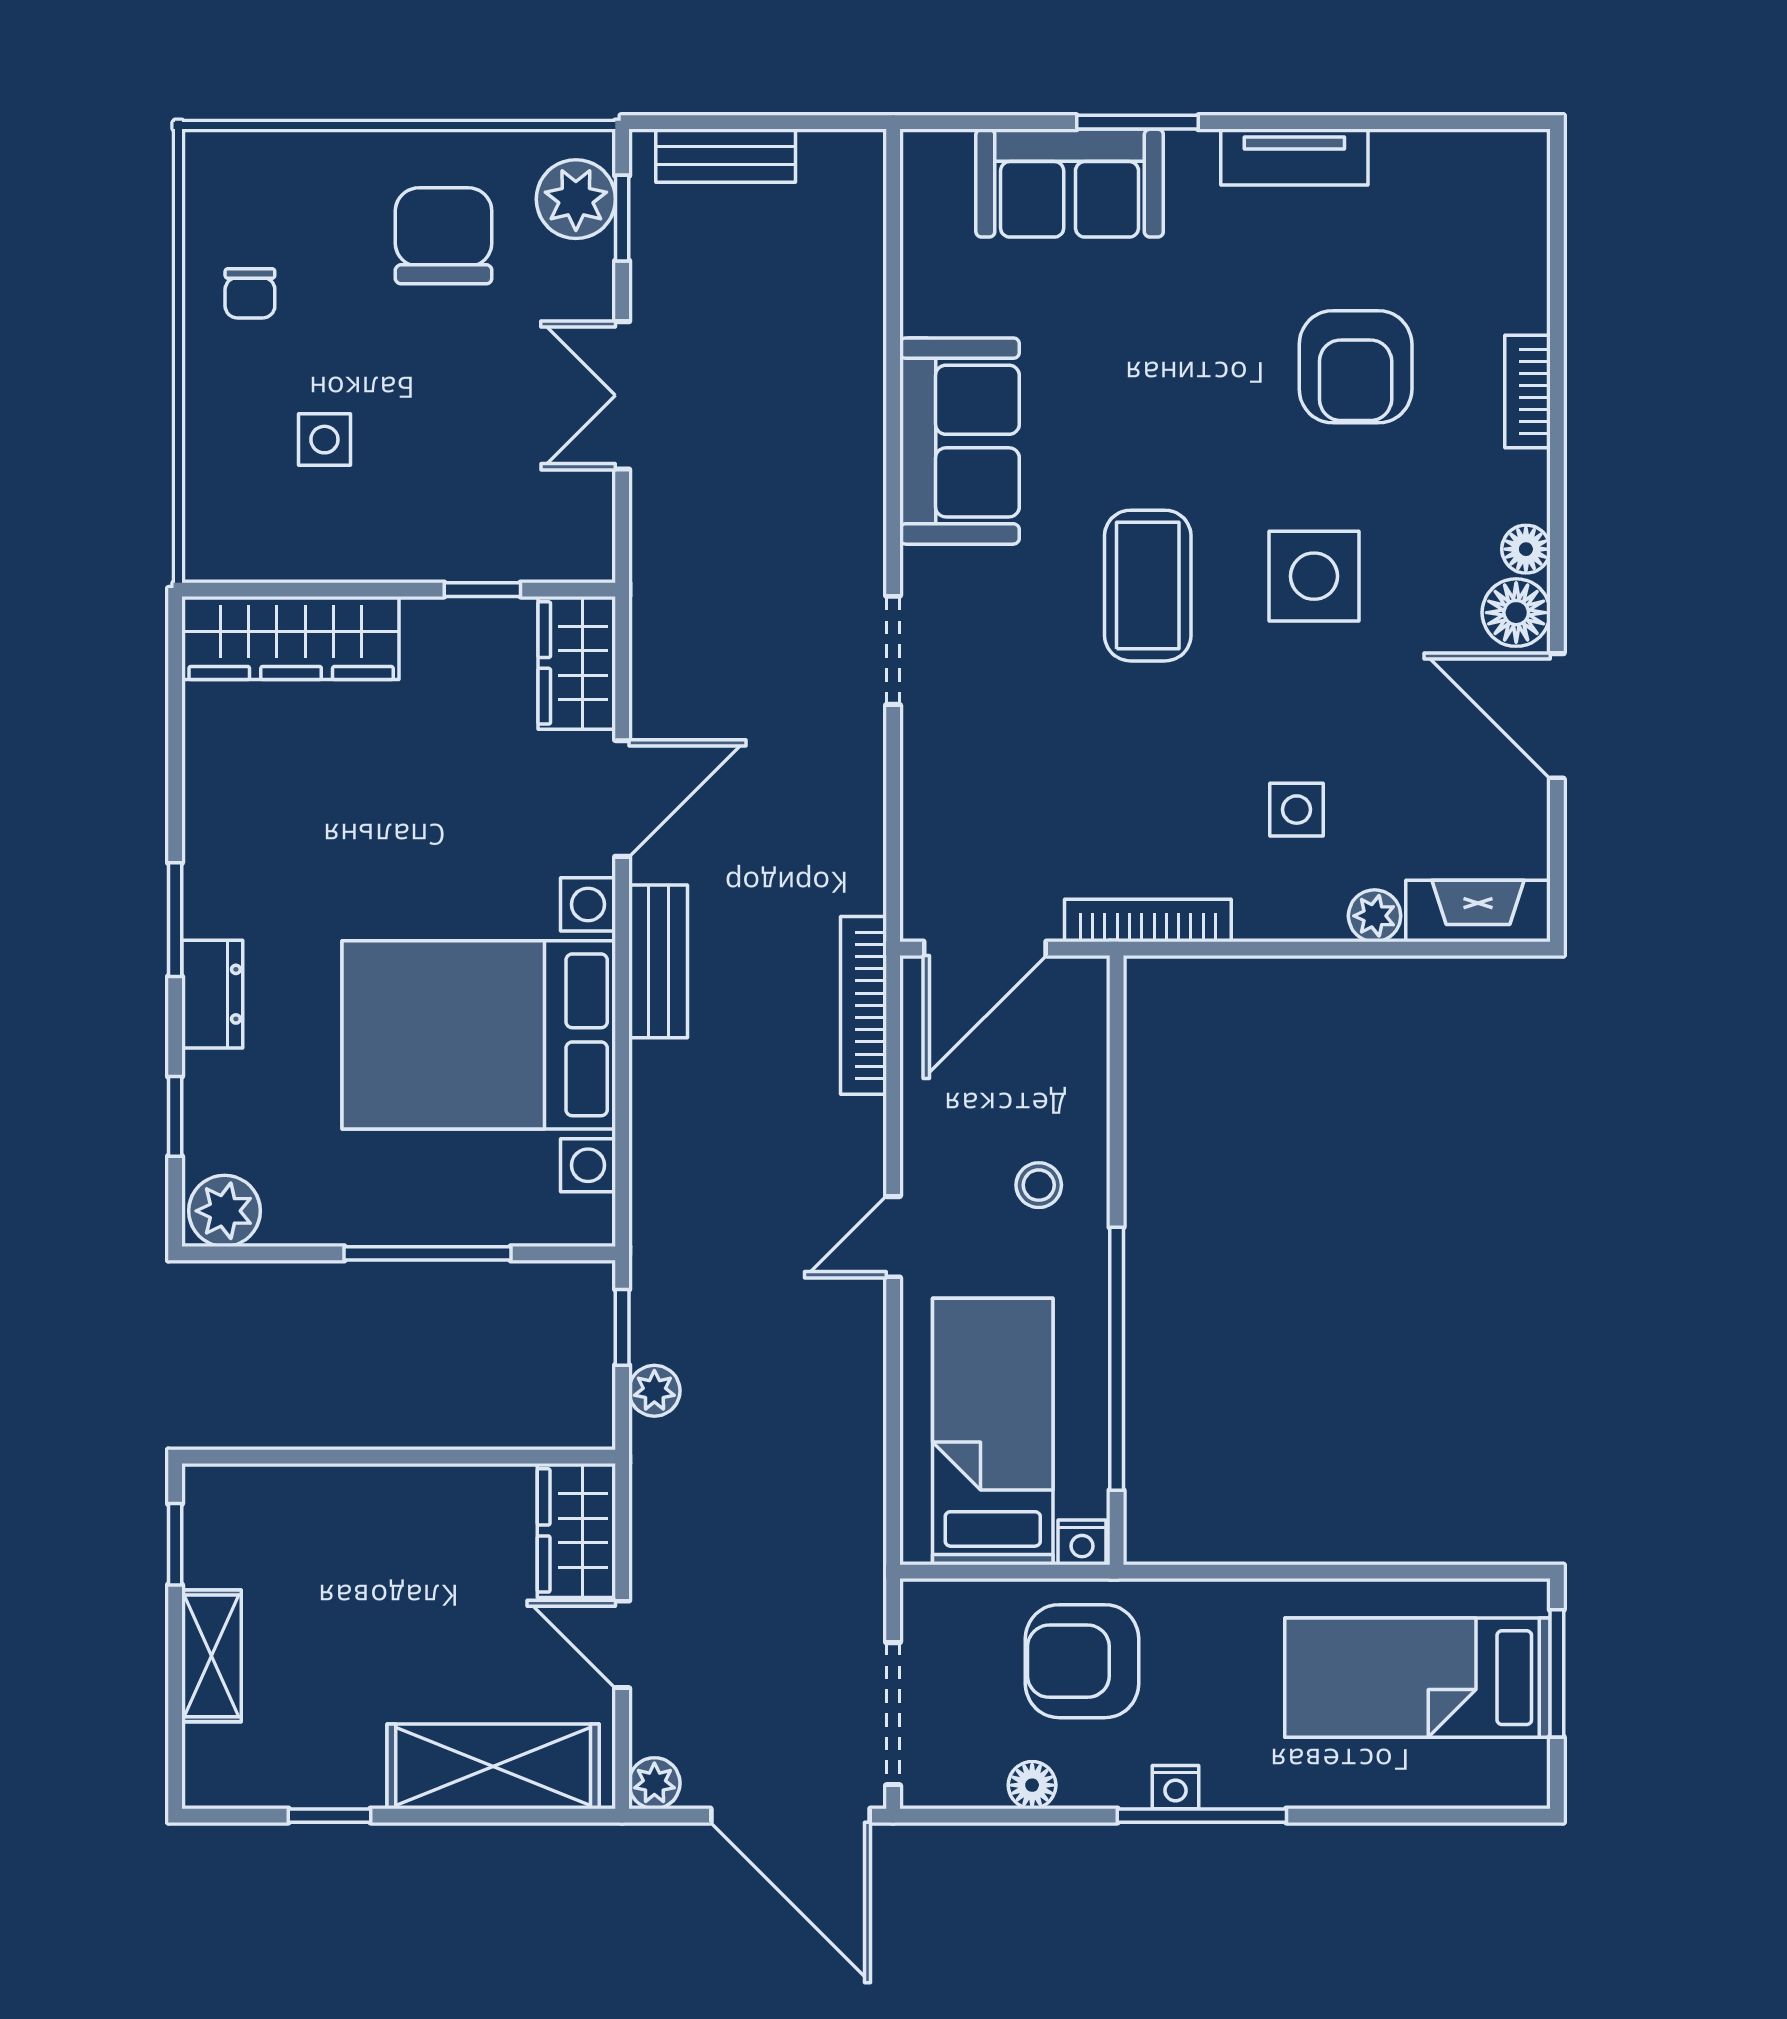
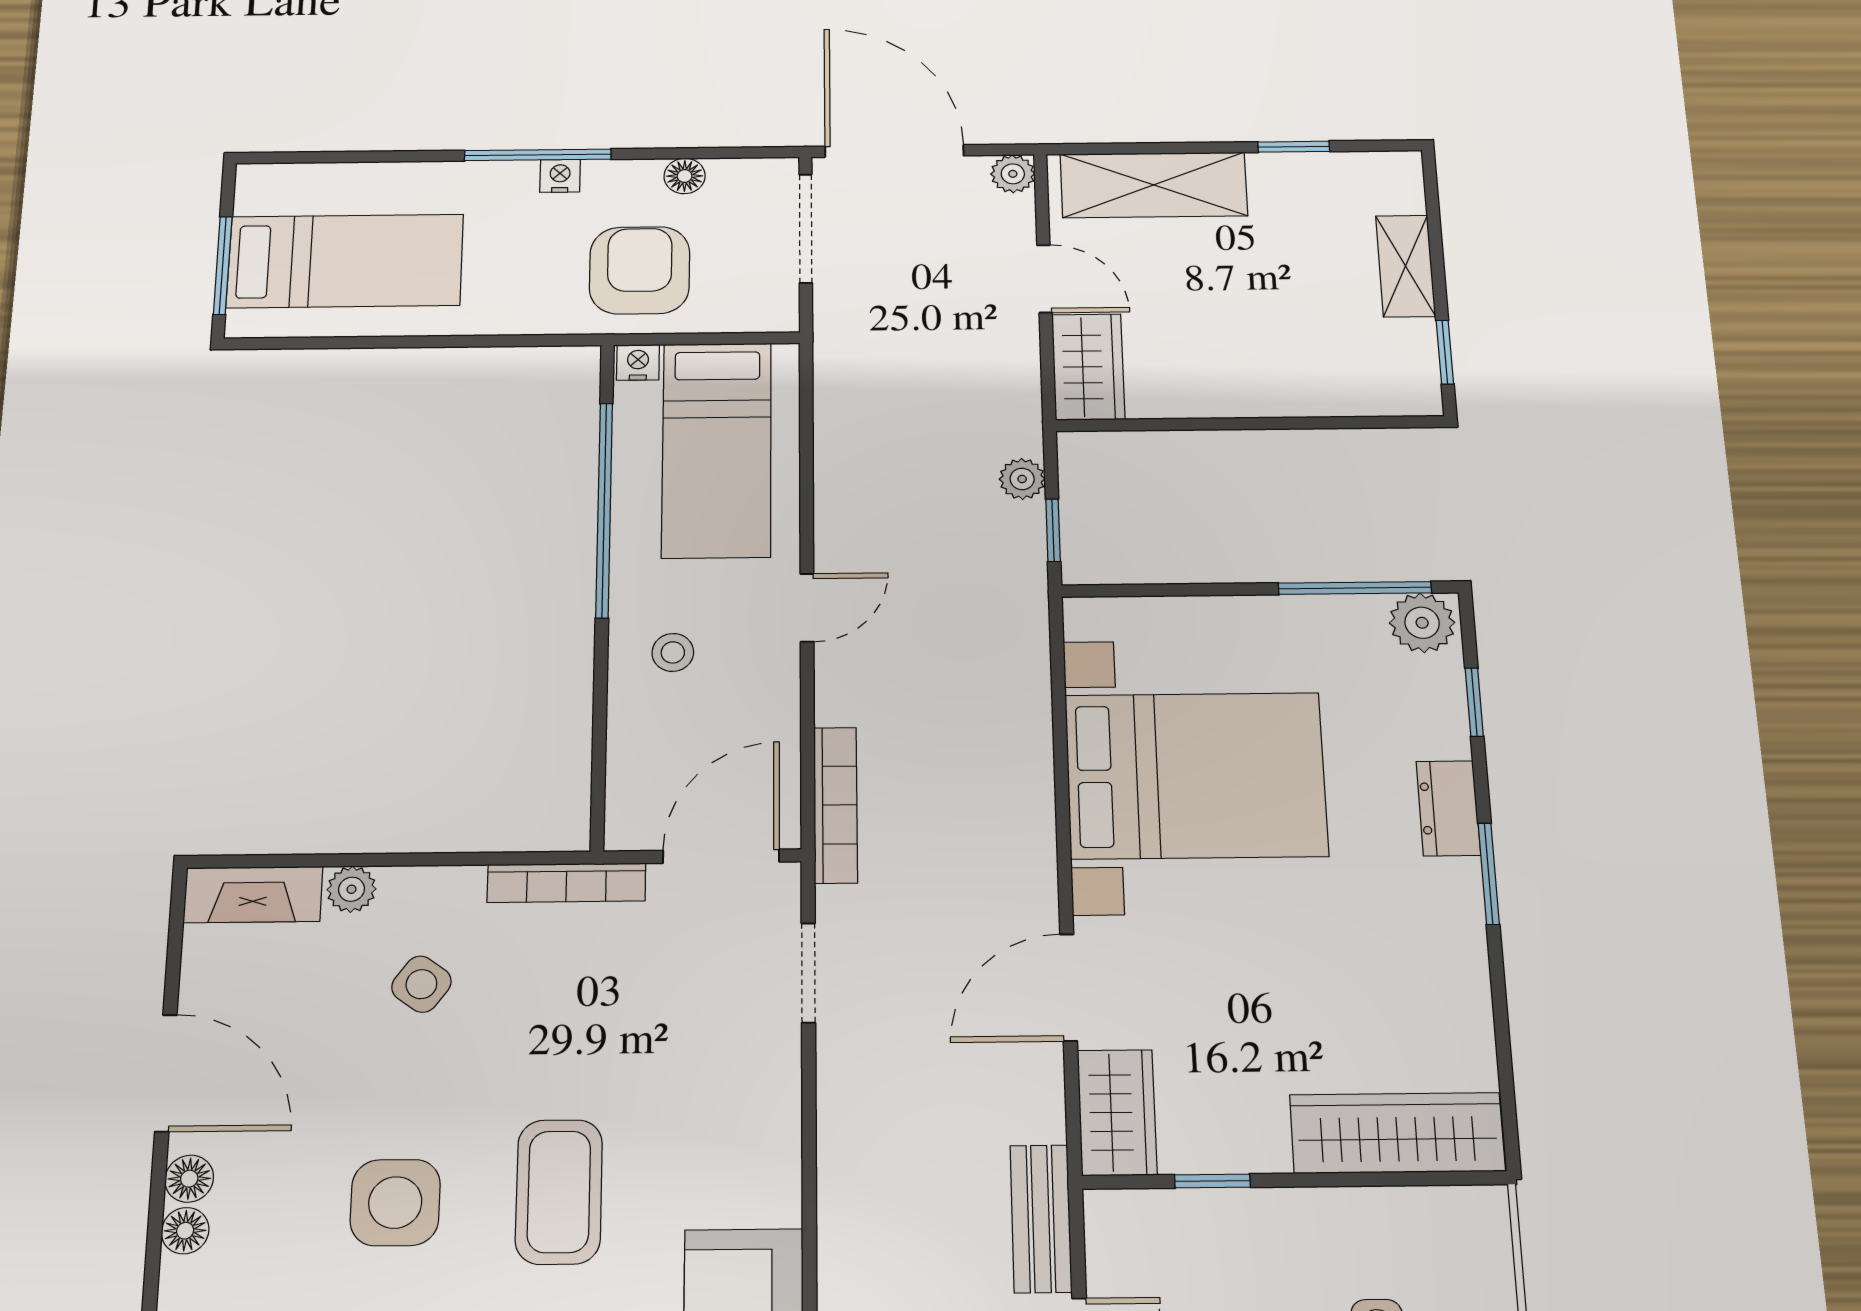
floor lamp: (1516, 613) -> (189, 1179), width x0.73, depth x0.73
doorway: (893, 650) -> (808, 973), moved
side table: (1297, 810) -> (421, 984), turned 36
bench: (658, 961) -> (1041, 1219), moved
window: (428, 1253) -> (1355, 588), moved
armchair: (1082, 1661) -> (640, 270), turned -90

